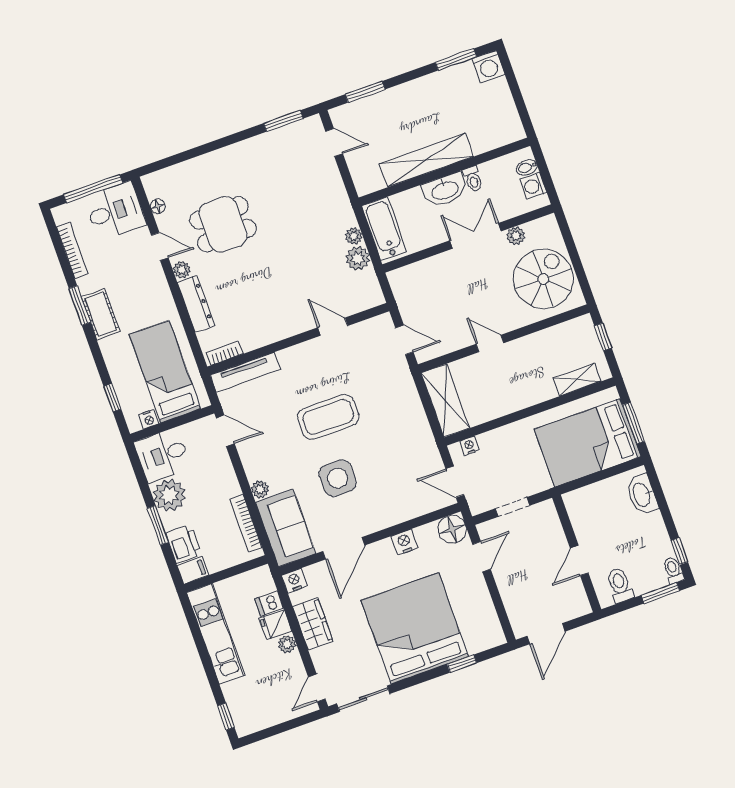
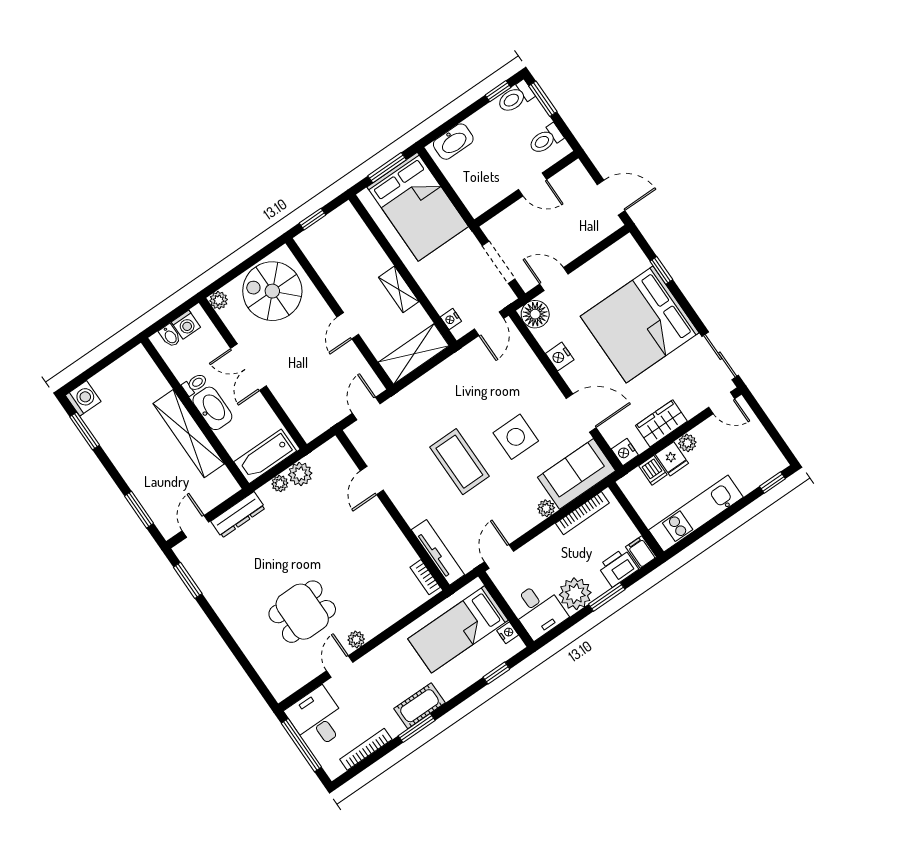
floor lamp: (158, 206) -> (302, 679), removed
dining table: (223, 224) -> (302, 612), turned 90
plant: (516, 236) -> (219, 300), moved
dresser: (196, 304) -> (238, 515), moved, turned 180
shelving: (577, 380) -> (399, 289), moved
doorway: (512, 507) -> (498, 262), width x1.38
toilet: (673, 570) -> (515, 97), width x1.37, depth x1.39

